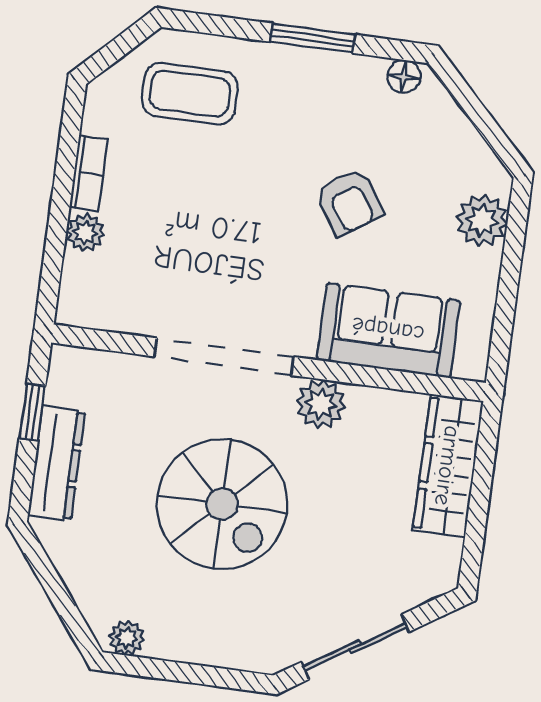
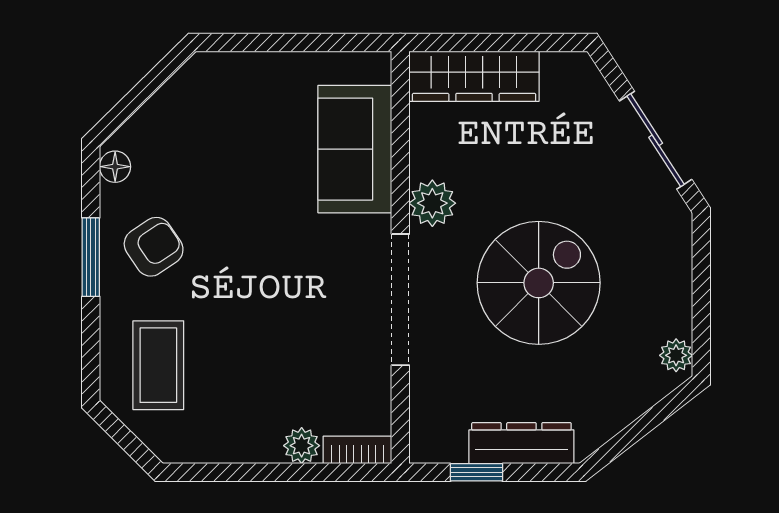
bookcase: (88, 173) -> (357, 450), moved
armchair: (349, 202) -> (154, 247), moved
plant: (482, 221) -> (240, 76), removed

